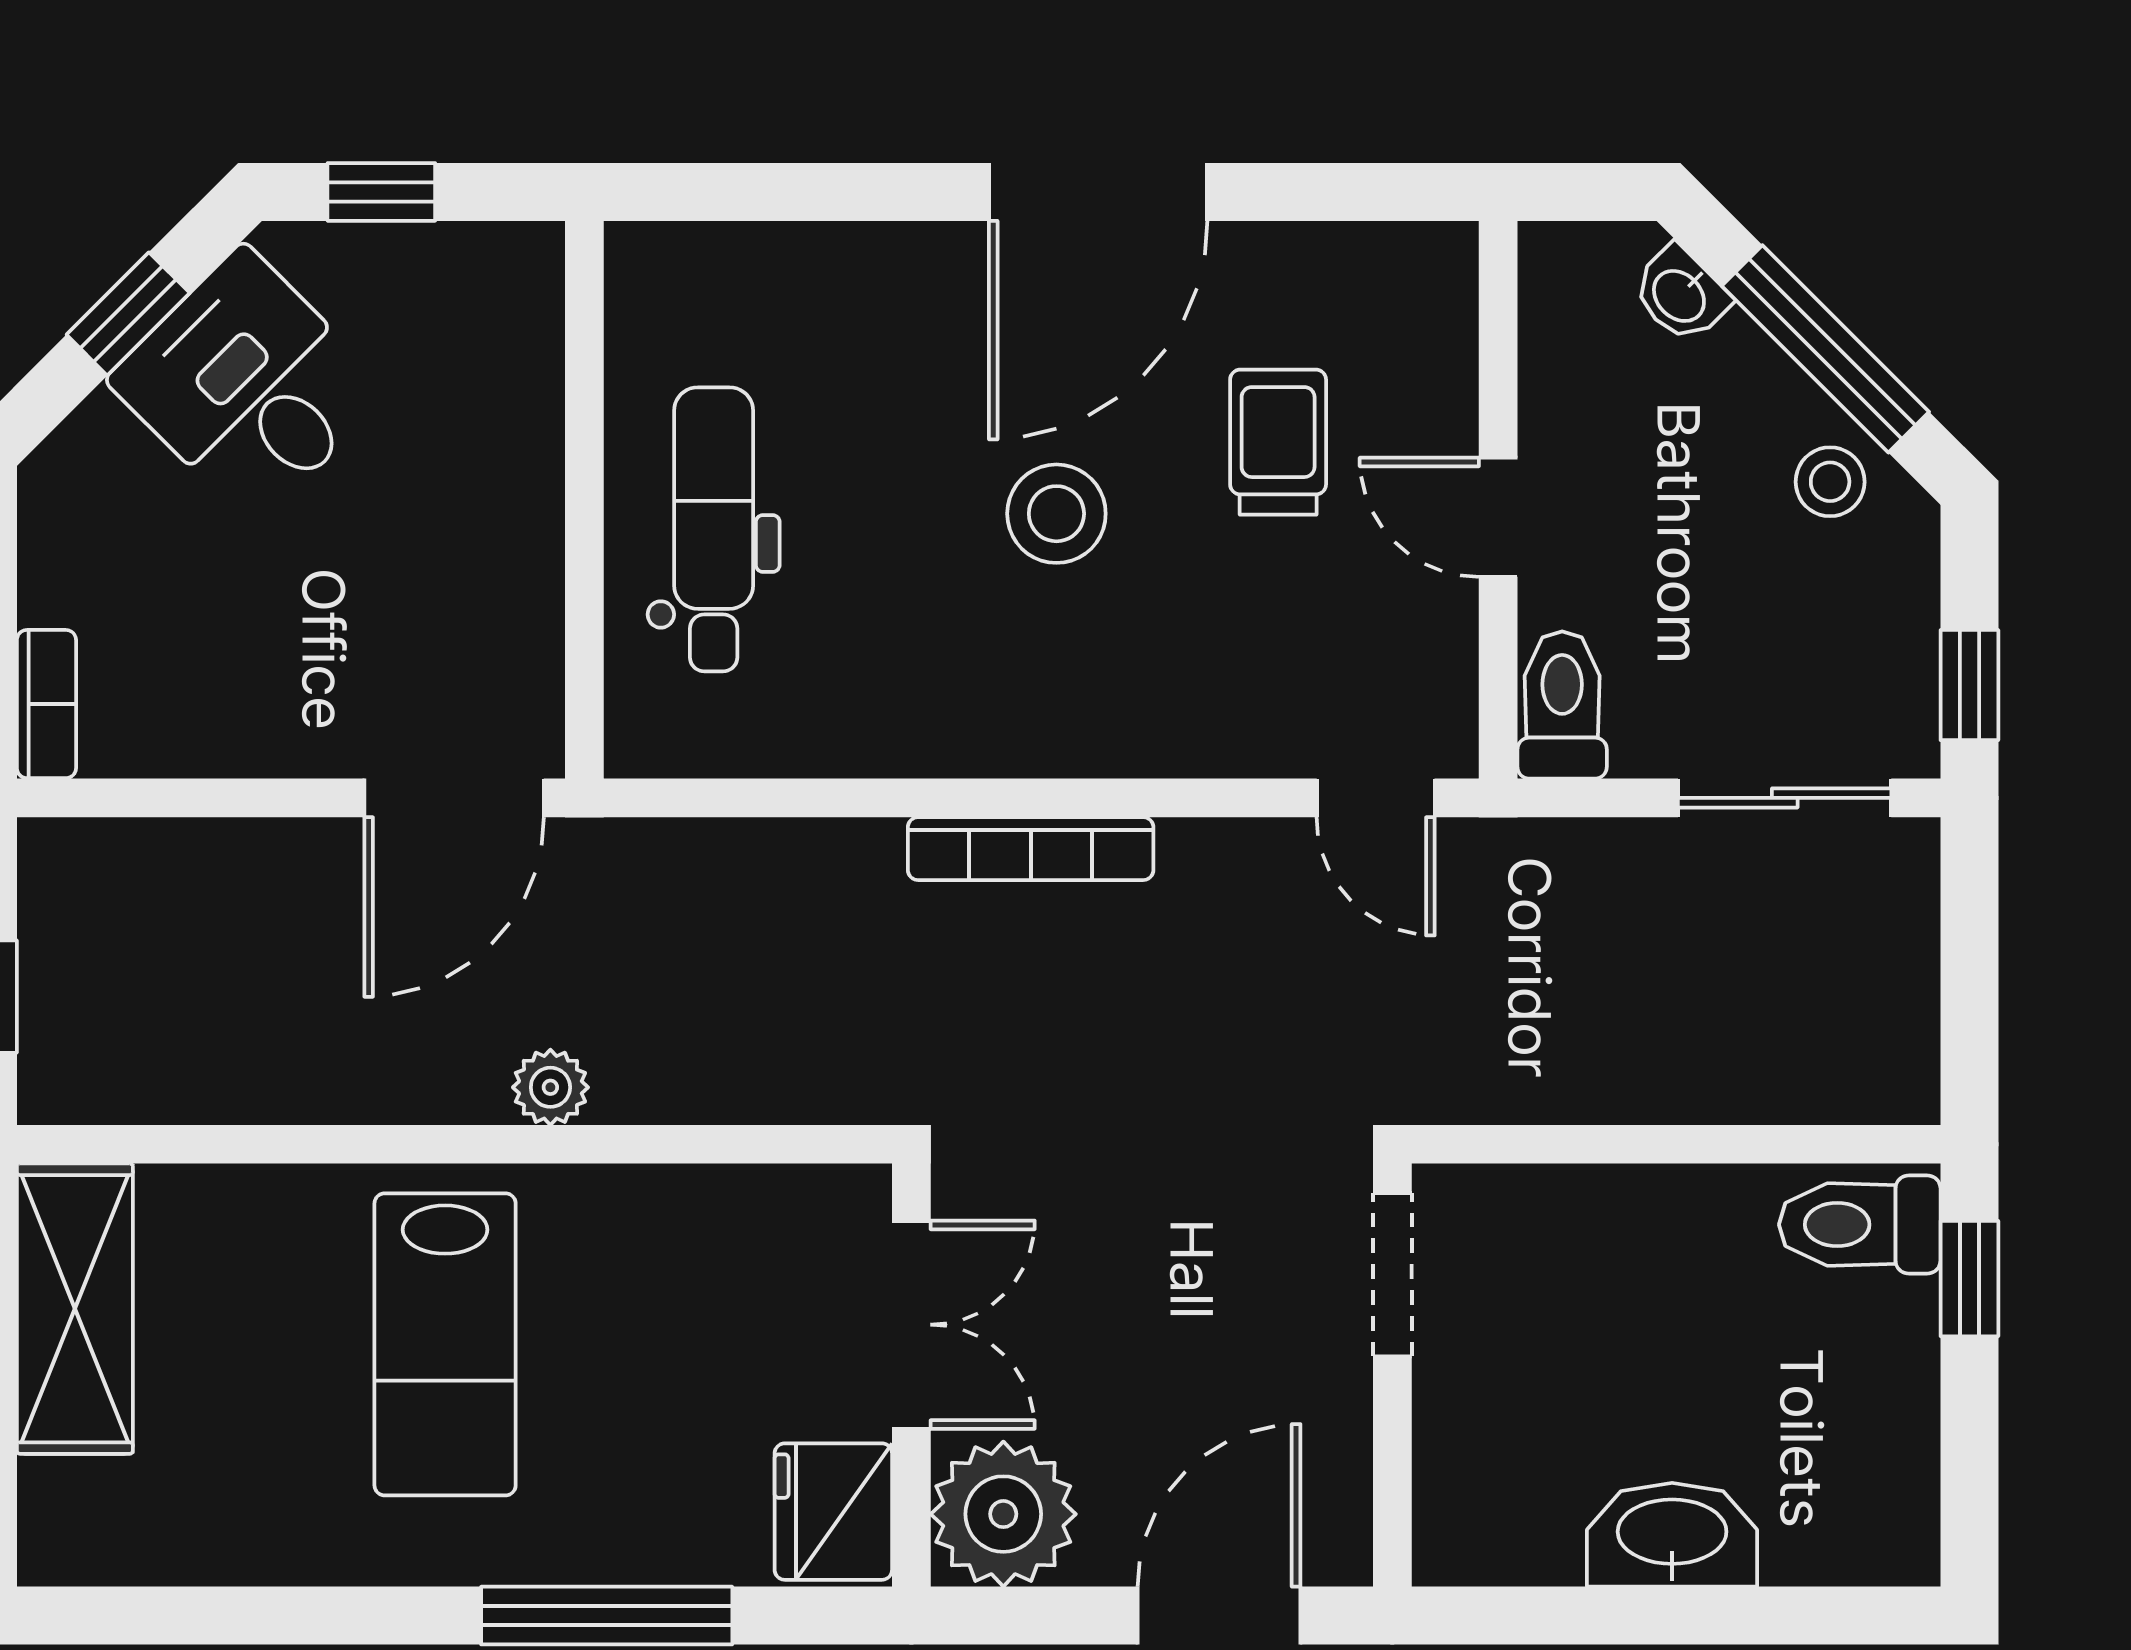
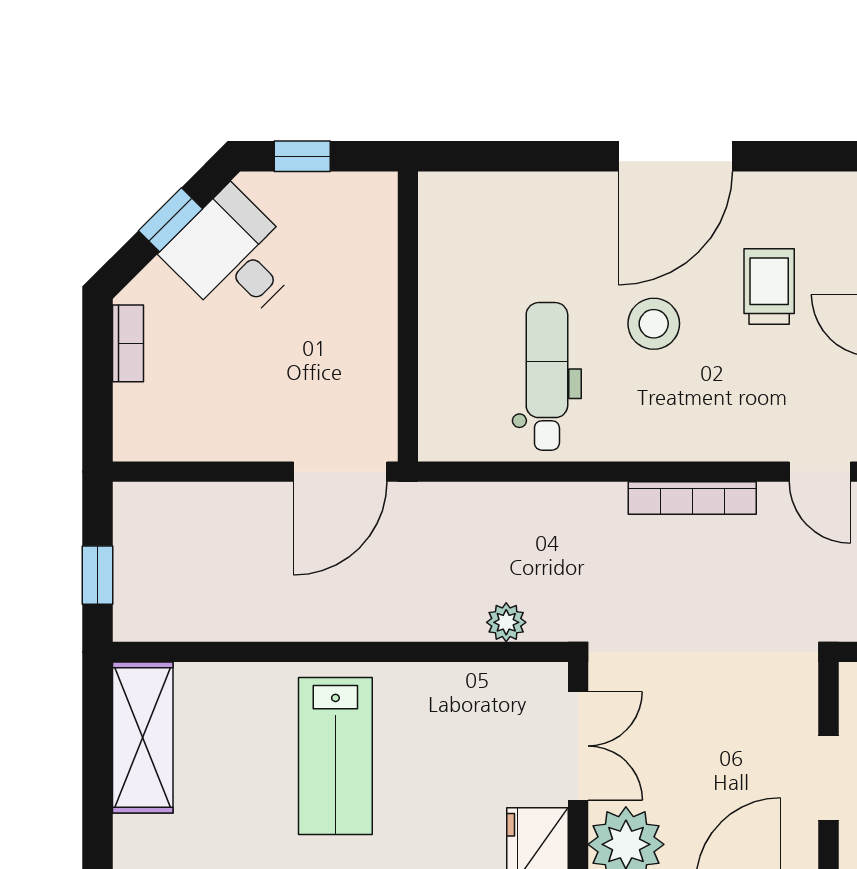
dental chair: (714, 529) -> (547, 376), moved
bookcase: (46, 704) -> (128, 343), moved
bookcase: (1031, 849) -> (692, 498), moved
plant: (550, 1087) -> (506, 622), moved
doorway: (1392, 1275) -> (828, 778), moved

